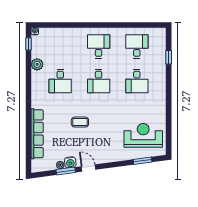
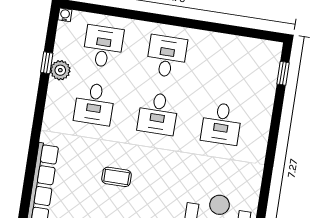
window: (28, 44) -> (47, 63), moved
desk: (137, 47) -> (103, 47), moved
window: (169, 57) -> (283, 73), moved

